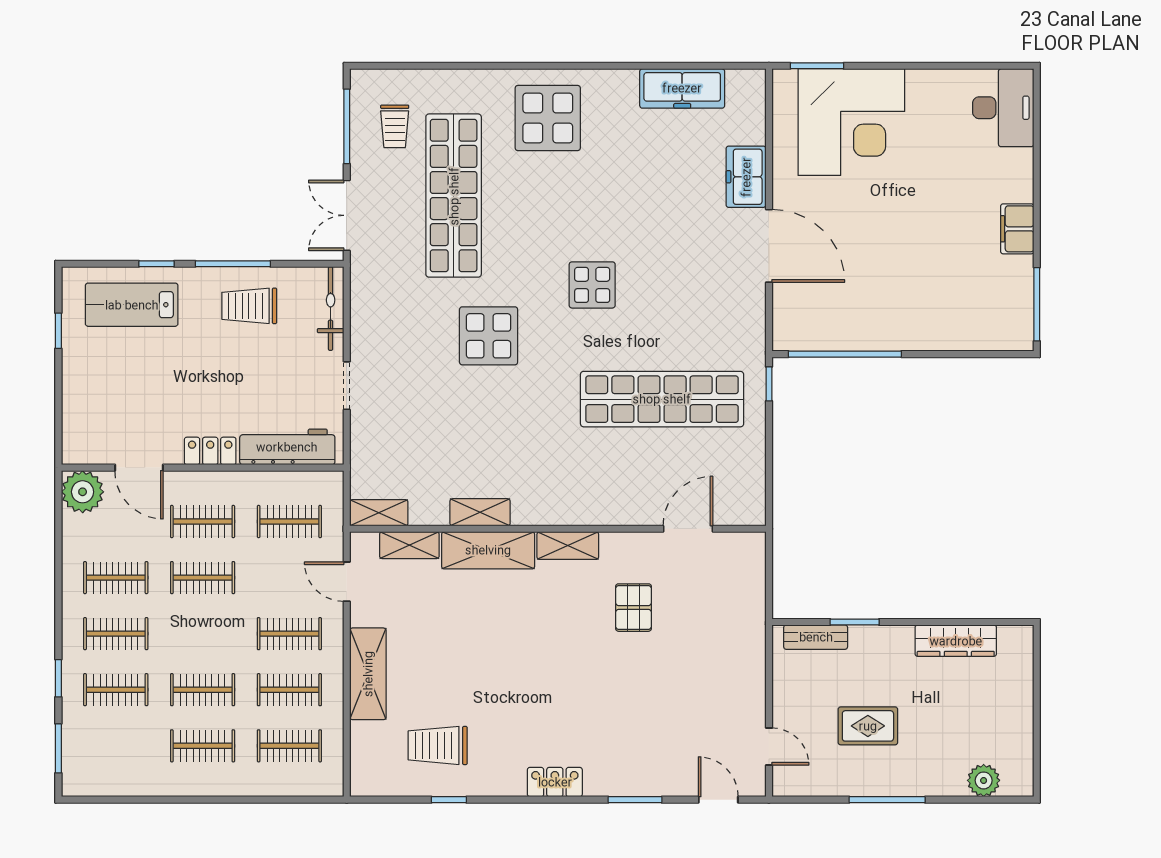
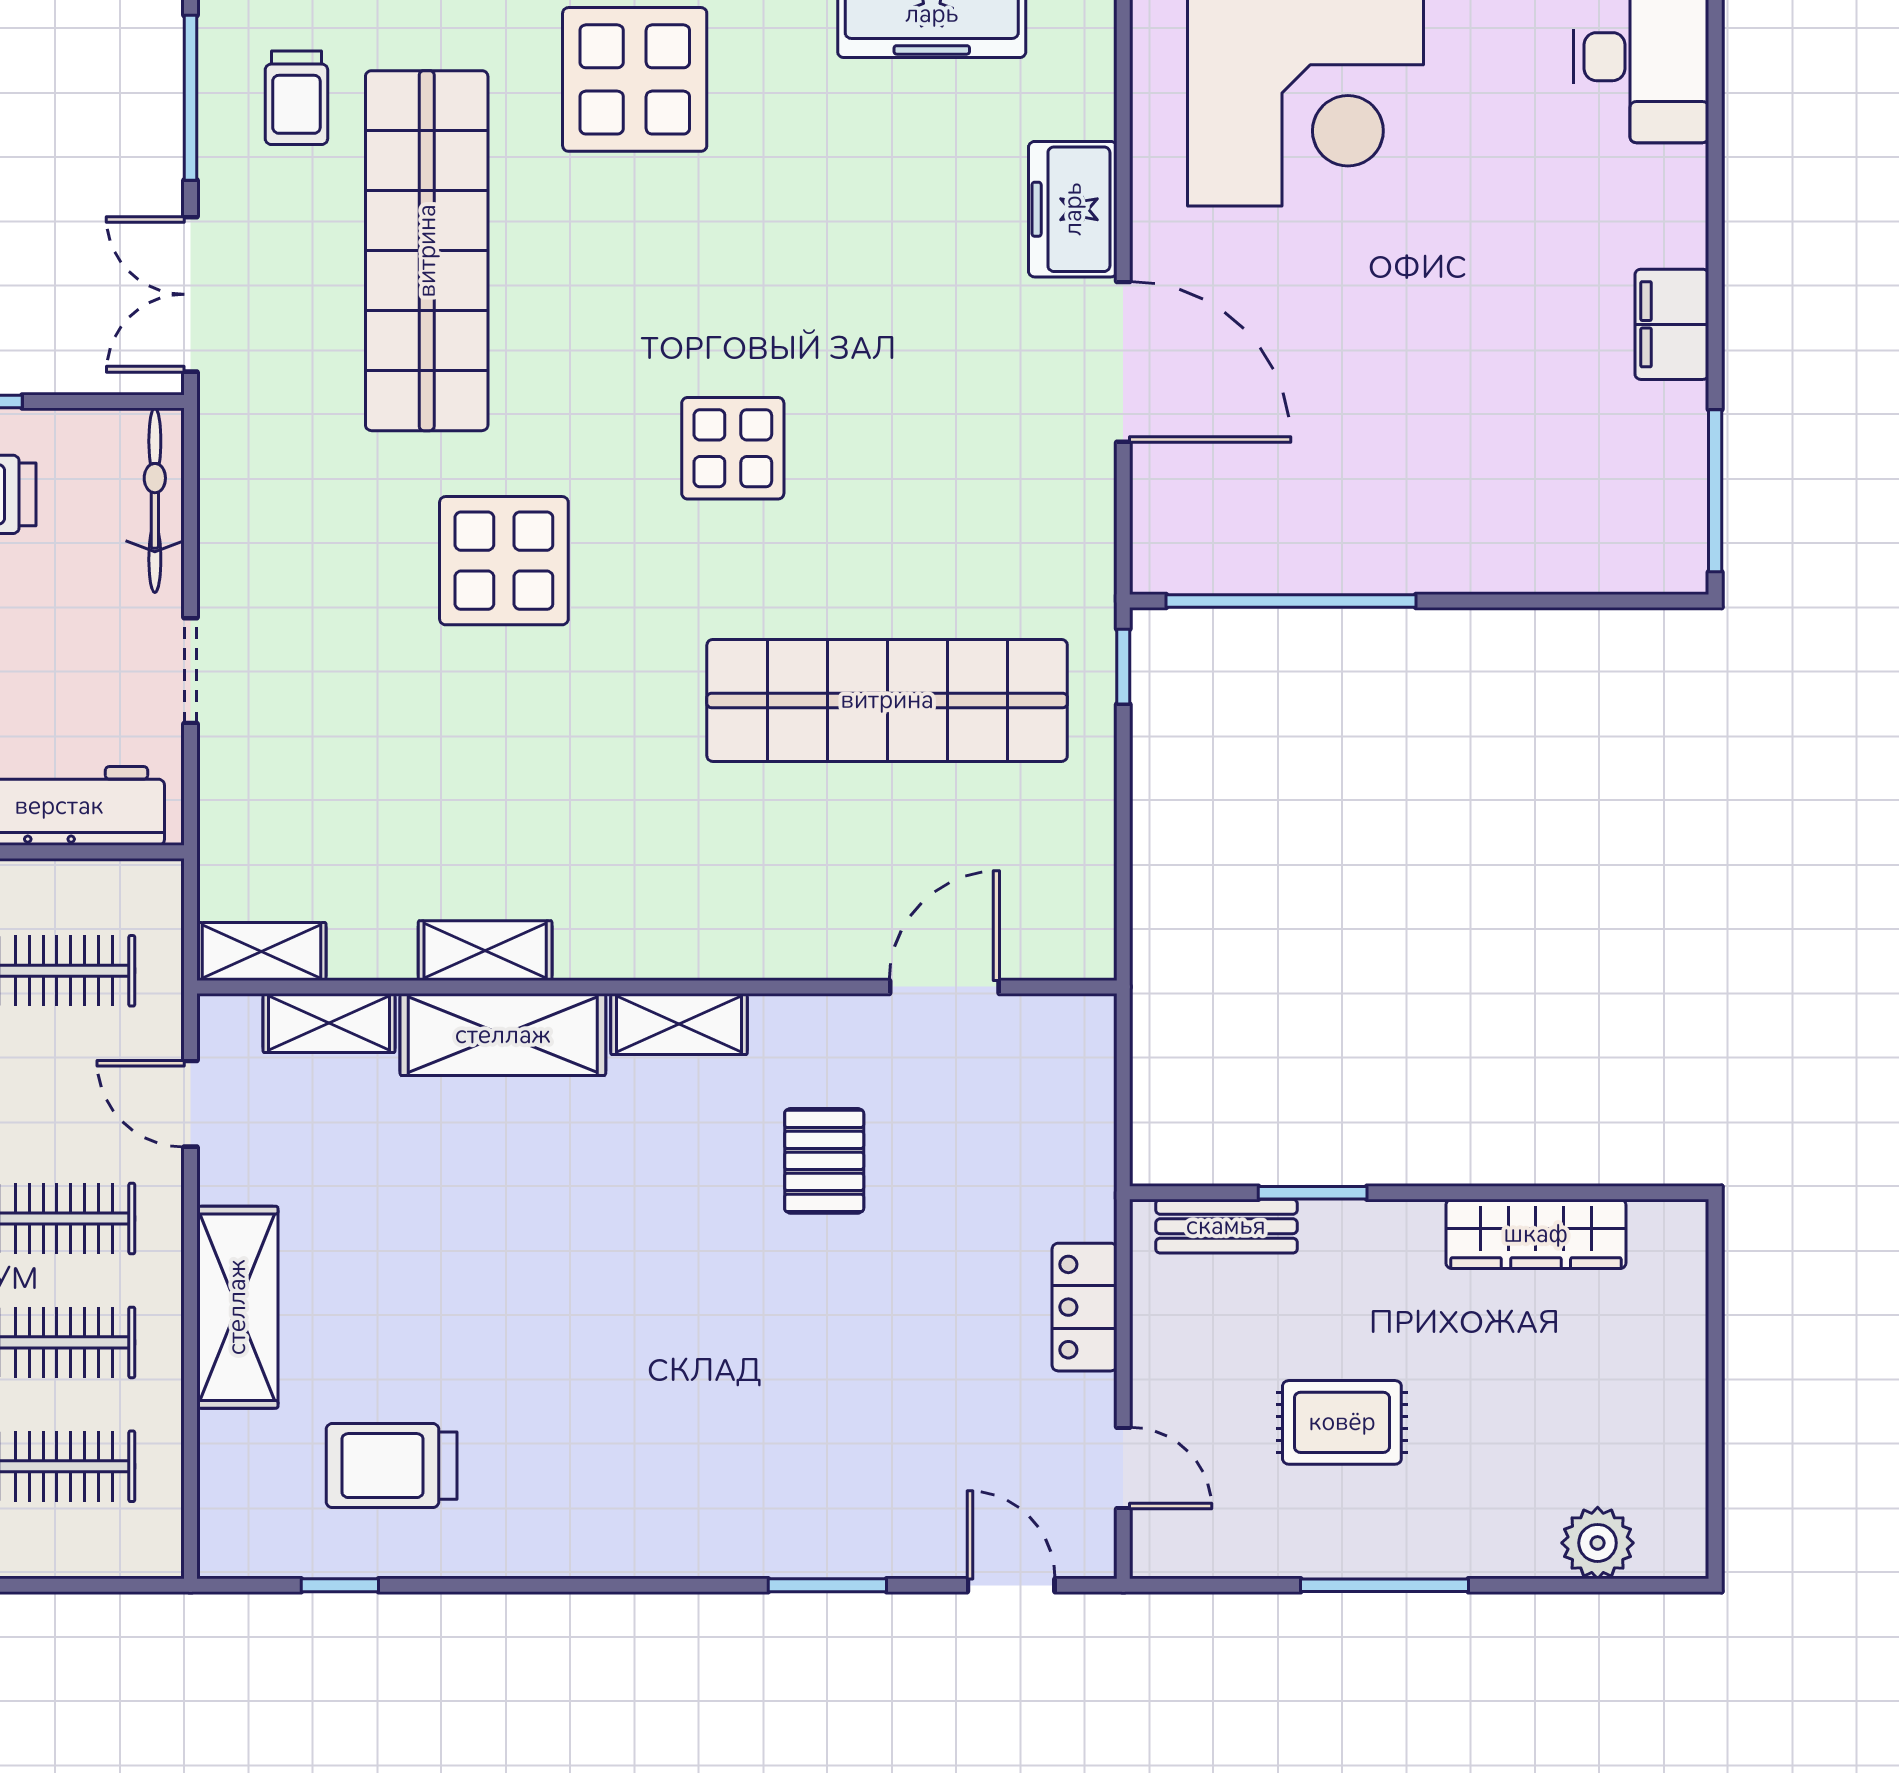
locker: (555, 782) -> (1085, 1307), moved, turned -90
window: (449, 800) -> (340, 1585), moved

